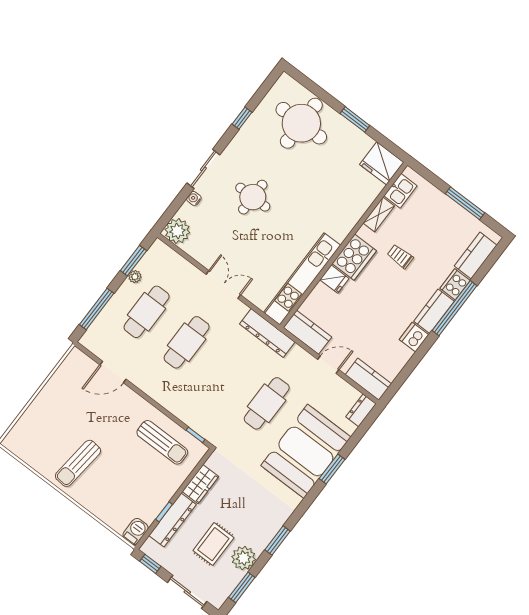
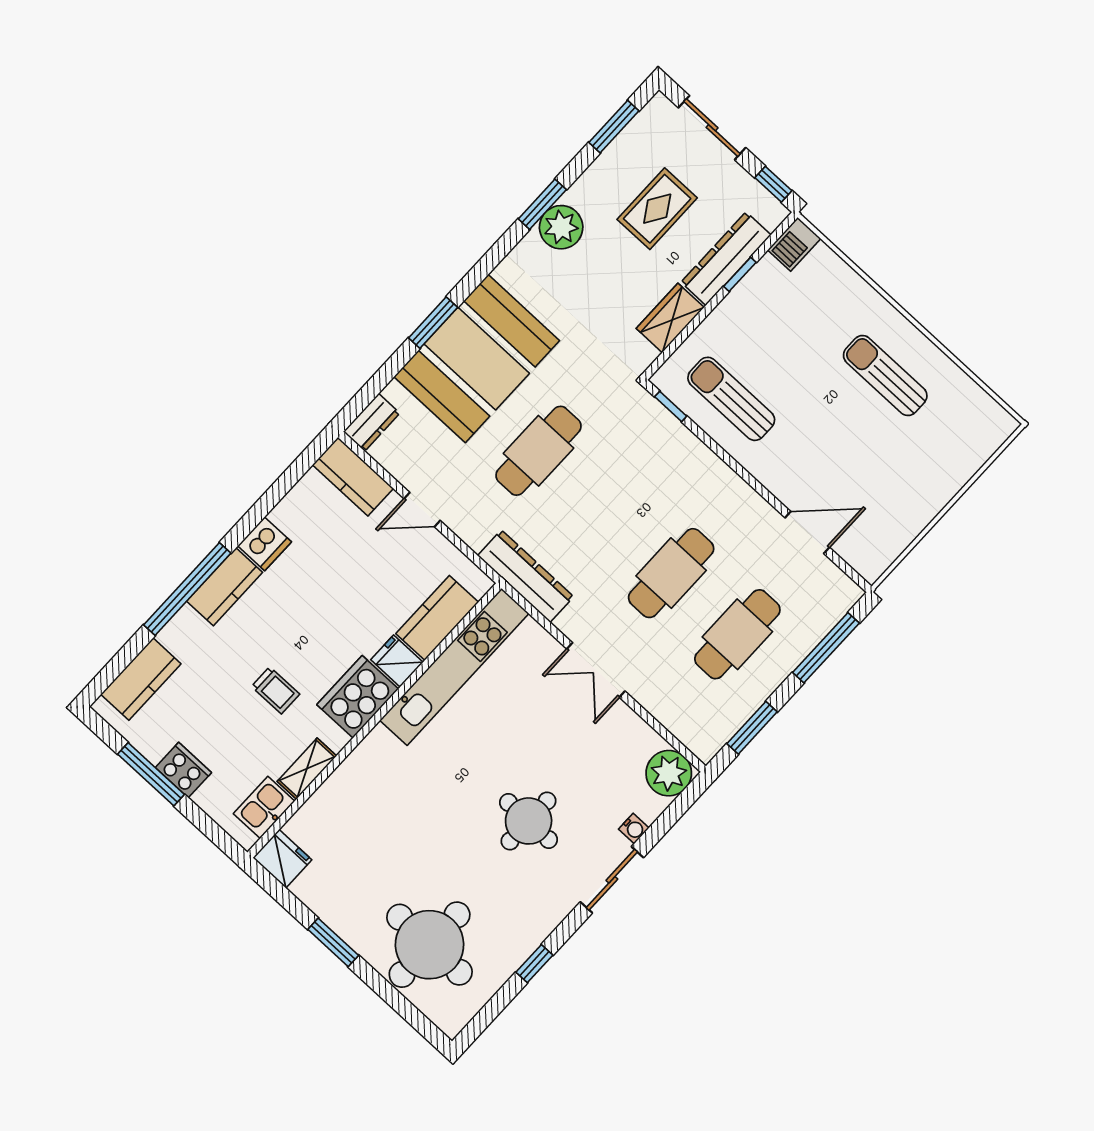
fridge: (382, 163) -> (282, 859), width x0.73, depth x0.75
plant: (135, 277) -> (752, 699), removed
cooker: (455, 284) -> (183, 770), moved, turned -90
kitchen counter: (308, 332) -> (437, 618), moved, turned 90
sun lounger: (78, 463) -> (885, 376), turned -96
plant: (244, 558) -> (561, 227), moved

